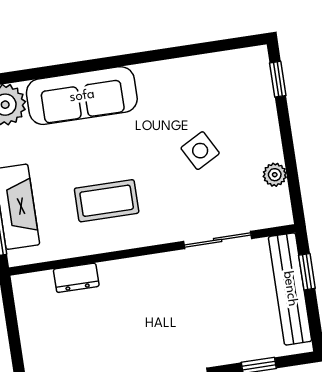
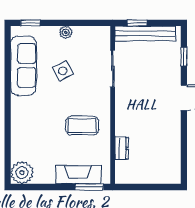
sofa: (82, 96) -> (23, 66), moved
plant: (275, 175) -> (66, 32), moved
coffee table: (107, 201) -> (82, 126), turned 90

